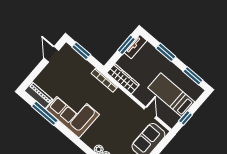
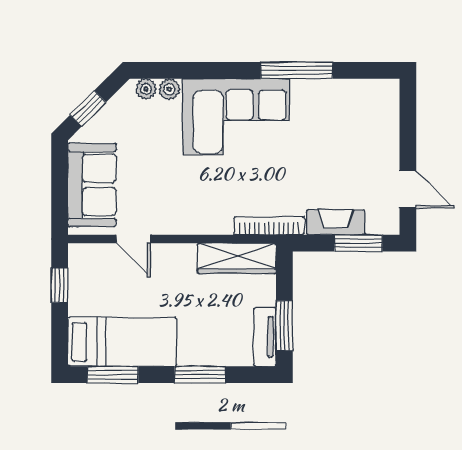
fireplace: (83, 63) -> (336, 222), added
piano: (39, 95) -> (366, 93), removed
bed: (171, 95) -> (122, 342), moved
corner sofa: (73, 112) -> (236, 117), moved
window: (45, 113) -> (297, 70), moved

